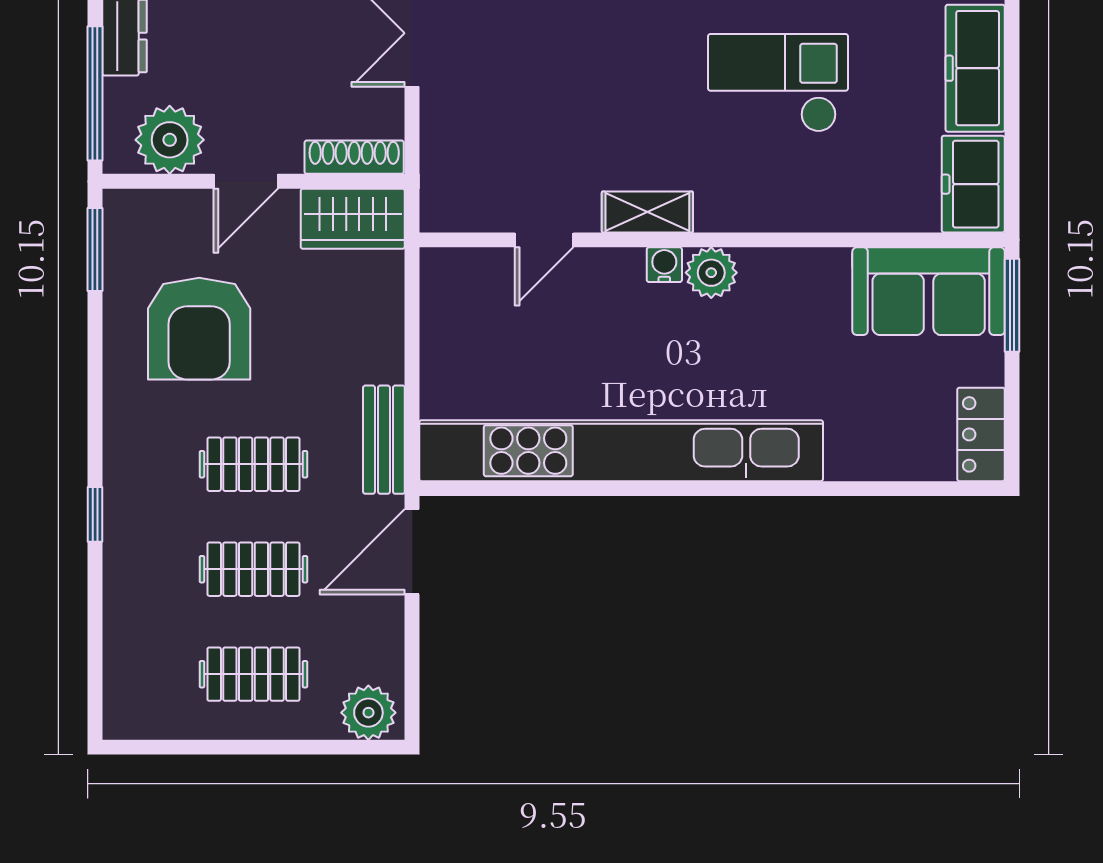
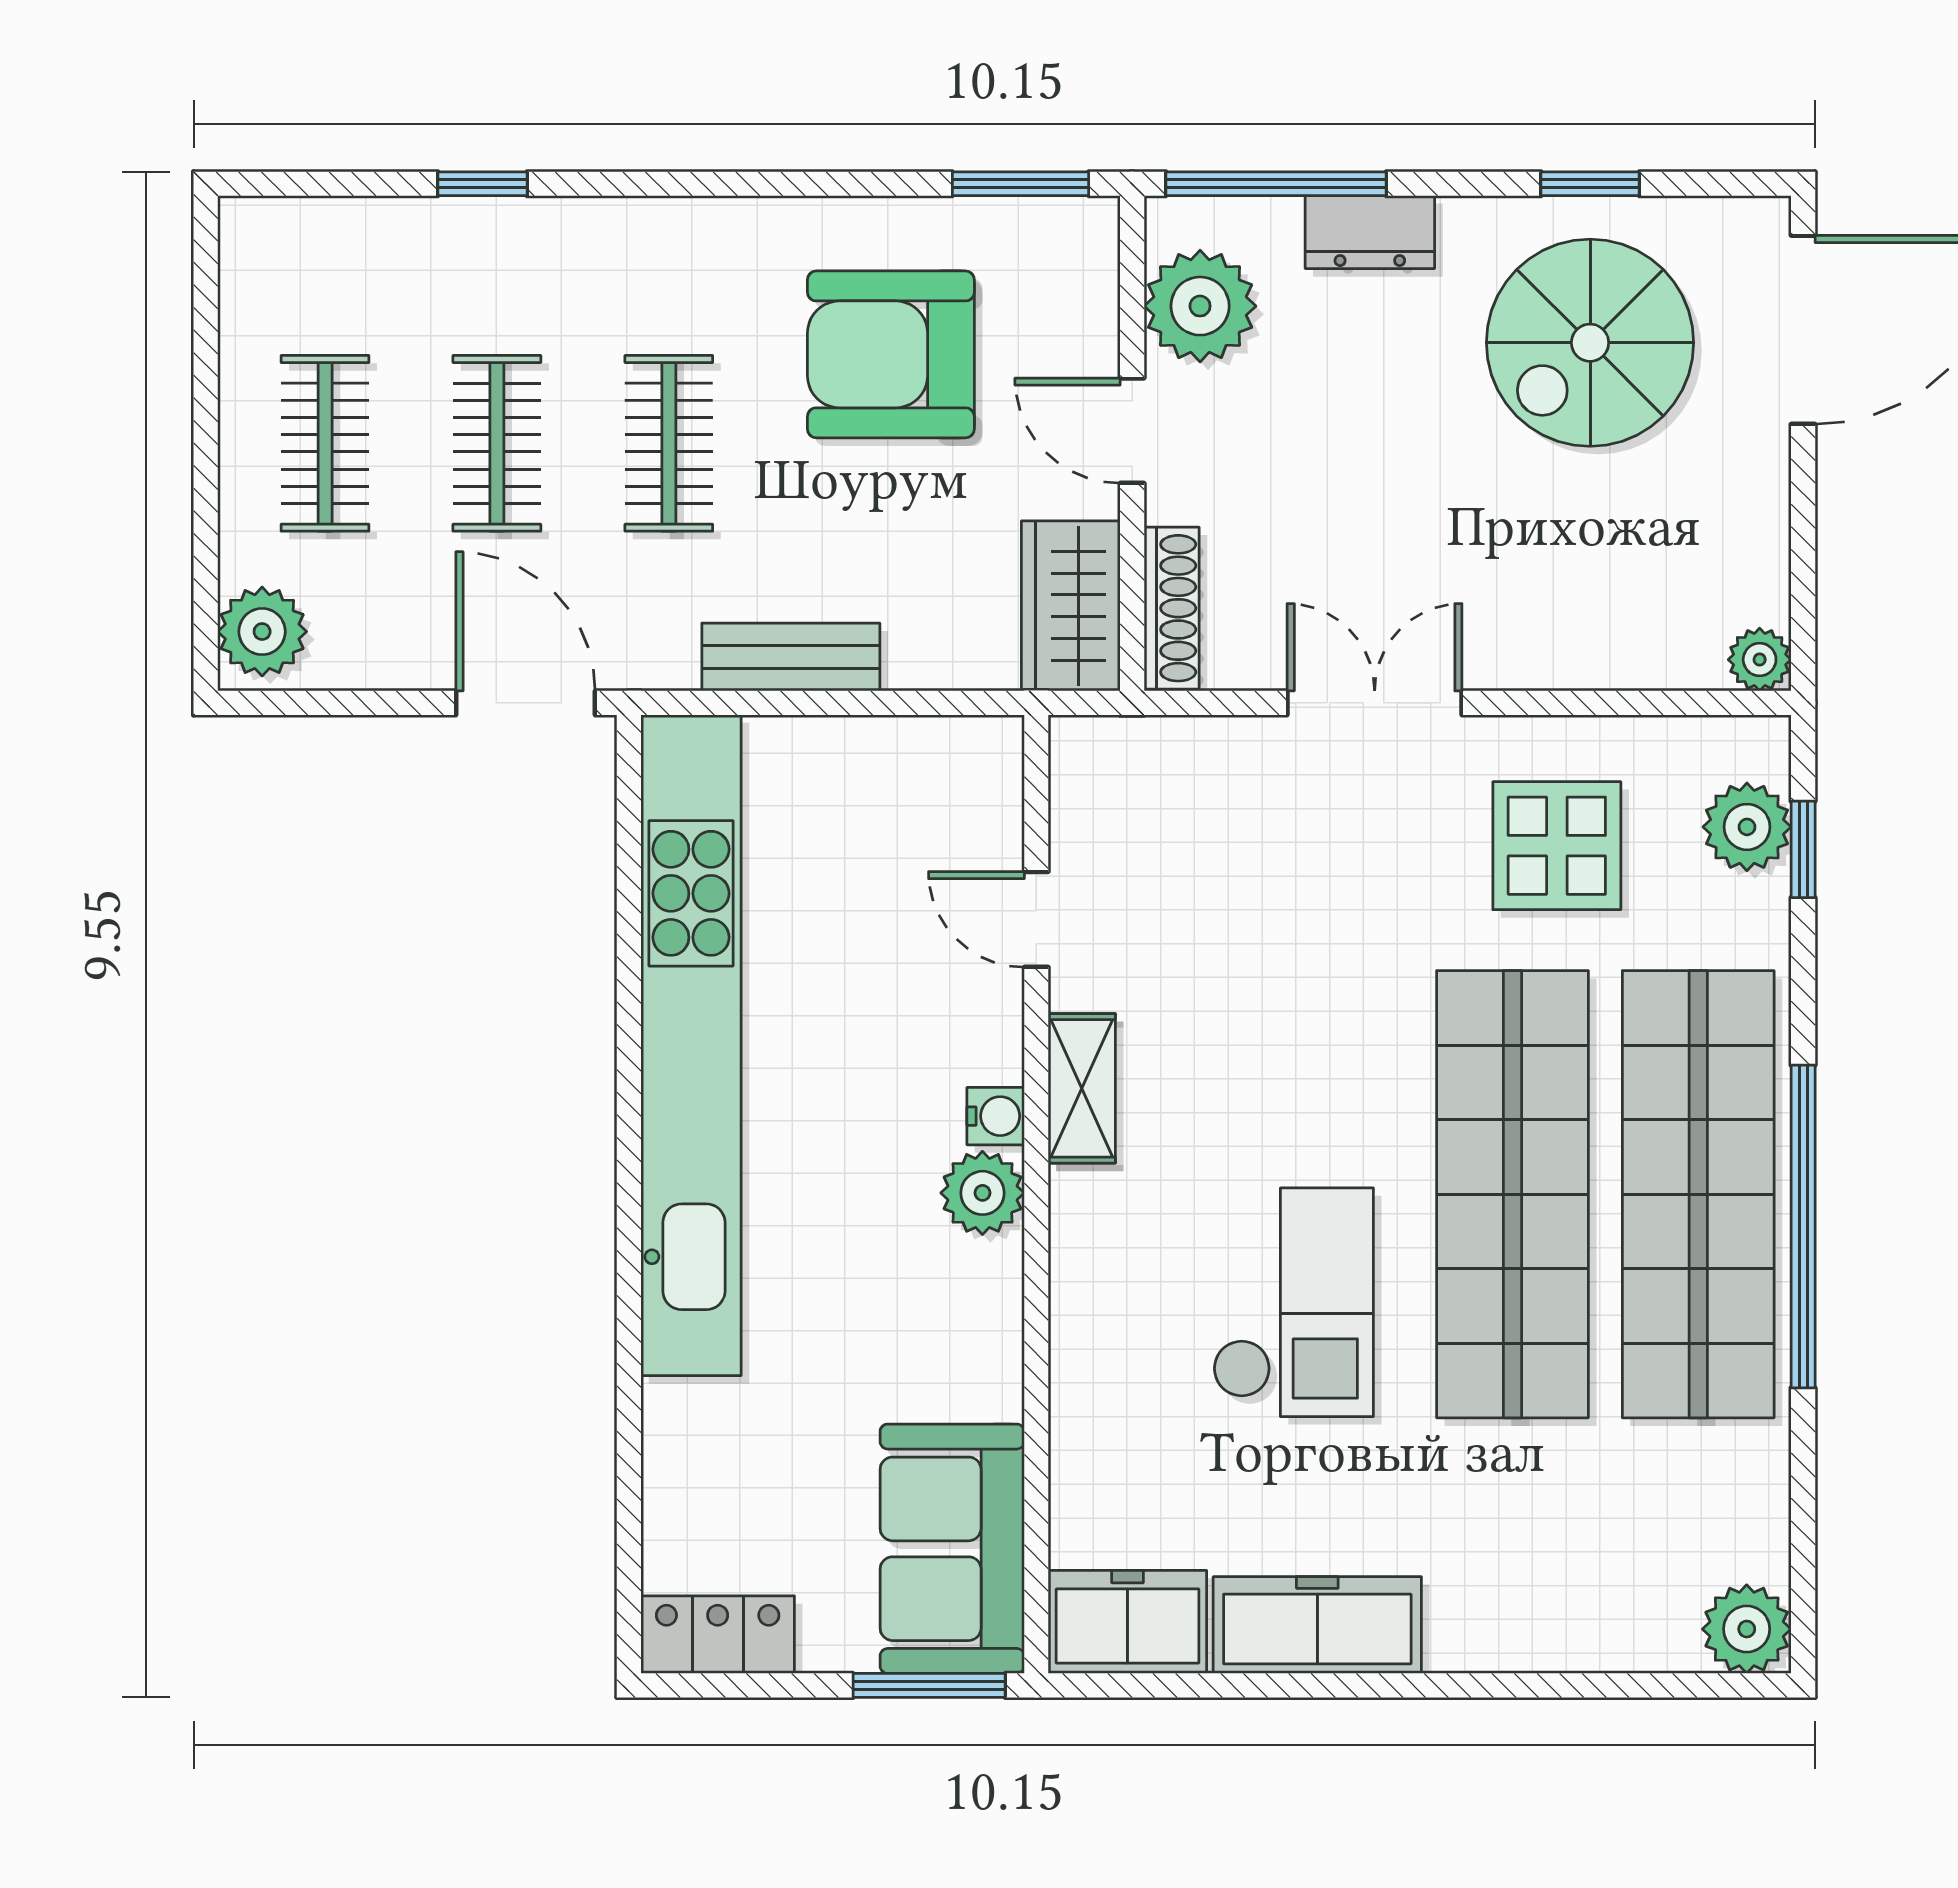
bench: (384, 440) -> (791, 657), moved
window: (95, 514) -> (482, 184), moved

